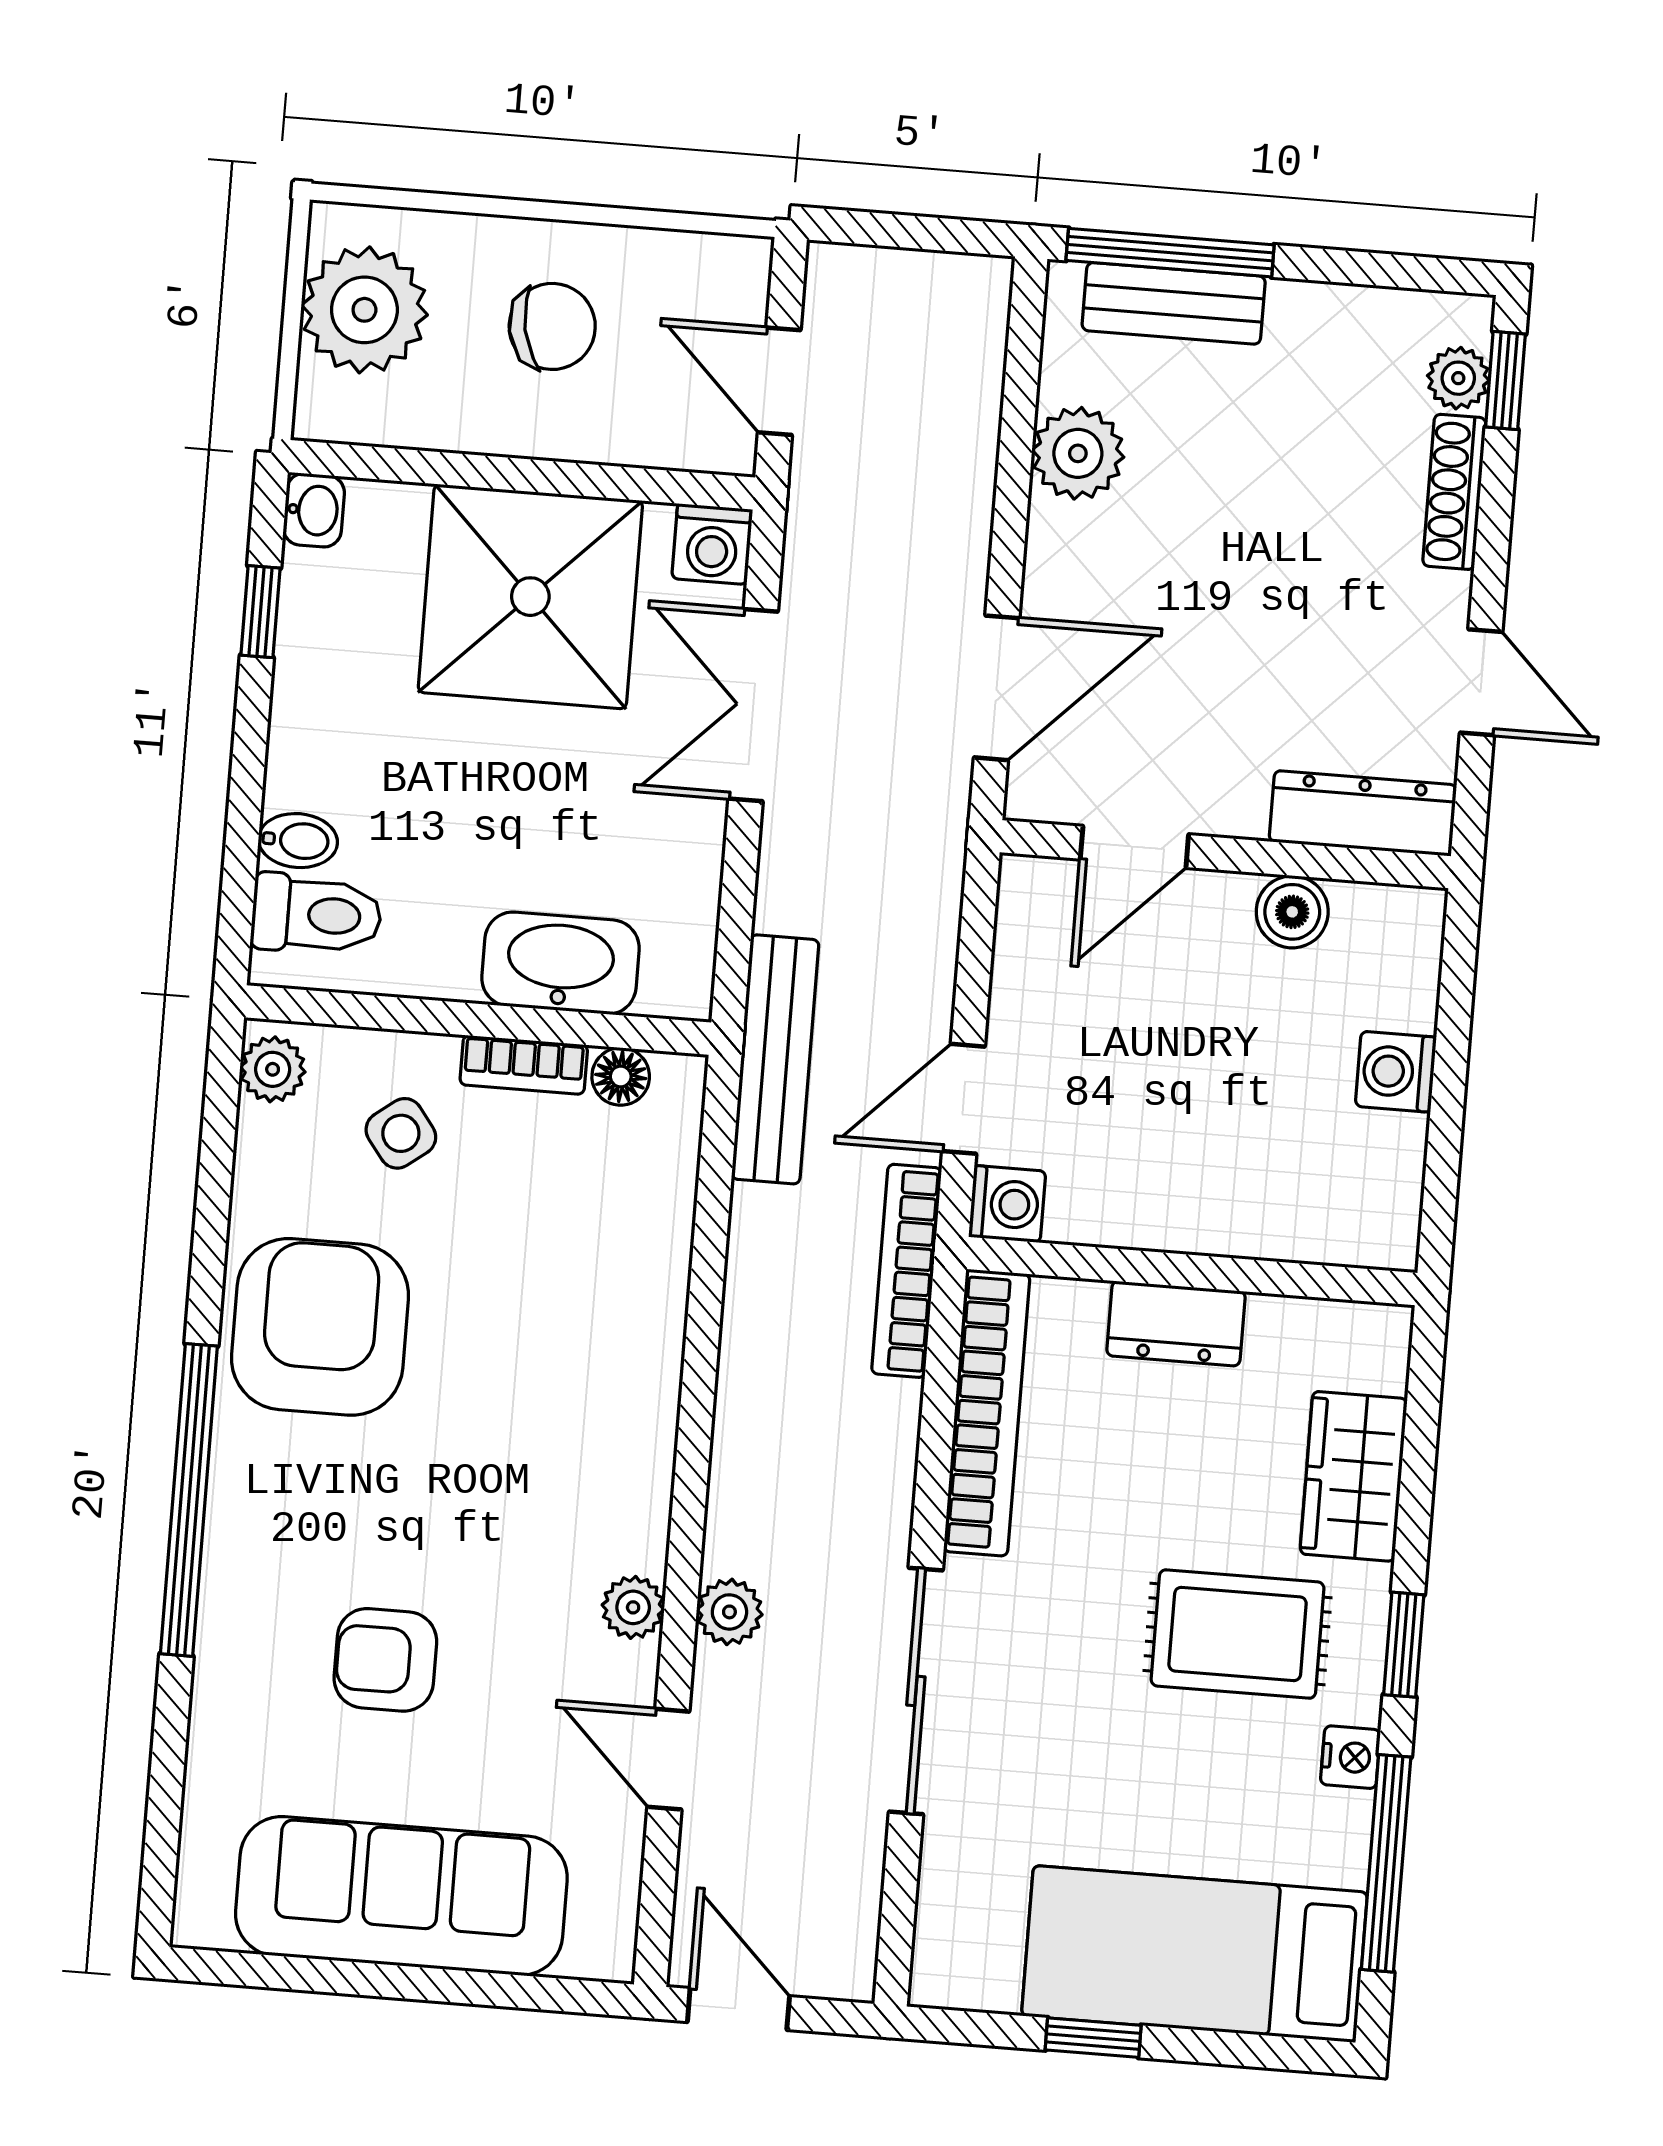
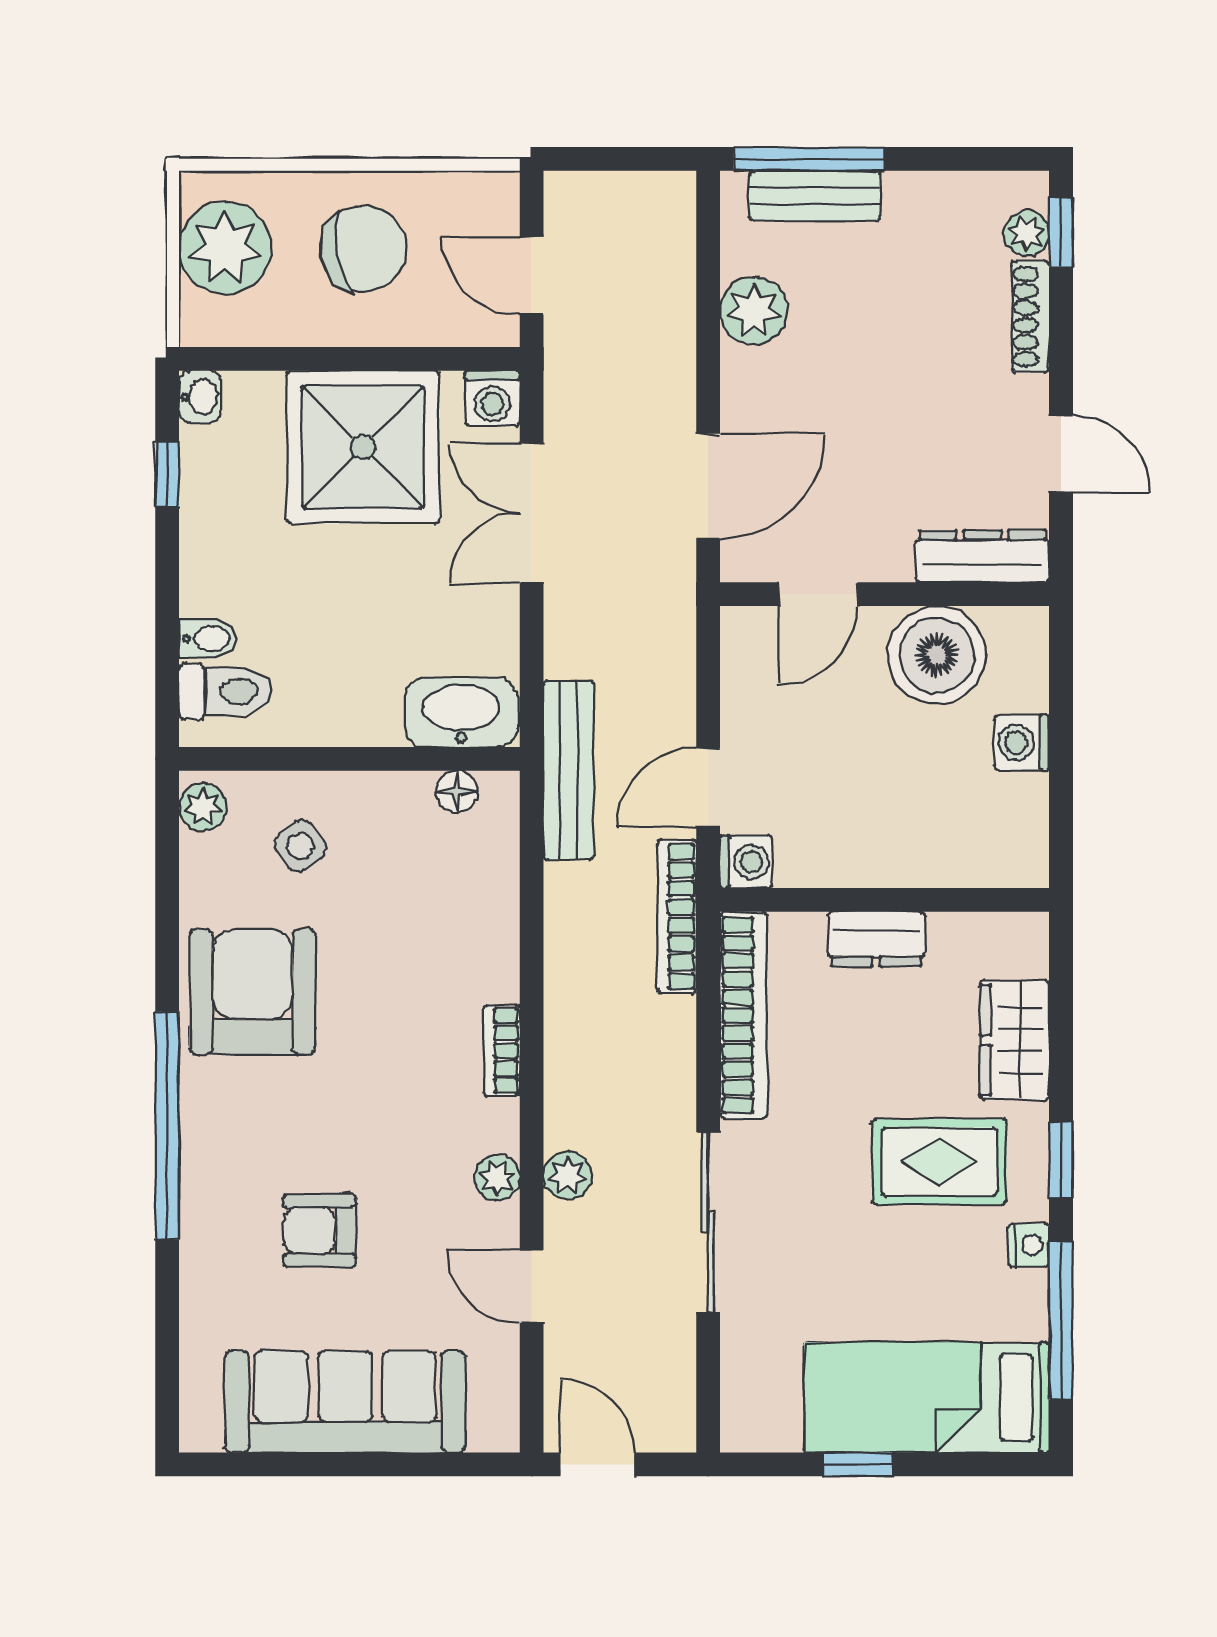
chair: (552, 326) -> (363, 249), width x1.37, depth x1.37
boiler: (1292, 912) -> (937, 655), width x1.86, depth x1.86
washbasin: (560, 963) -> (461, 712), moved
bookcase: (524, 1065) -> (502, 1051), moved, turned 90

